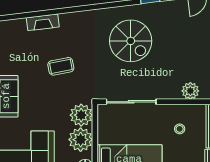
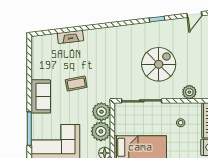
spiral stairs: (131, 41) -> (159, 64), moved, turned -90
coffee table: (61, 66) -> (76, 84), moved

